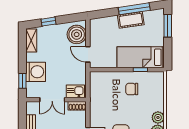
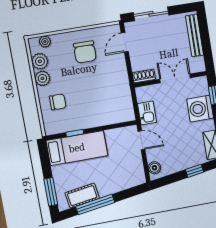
cot: (131, 20) -> (82, 196), moved
boiler: (77, 34) -> (154, 168), width x0.54, depth x0.54
chair: (132, 89) -> (58, 102), moved
kitchen sink: (75, 91) -> (147, 113), moved, turned -90

